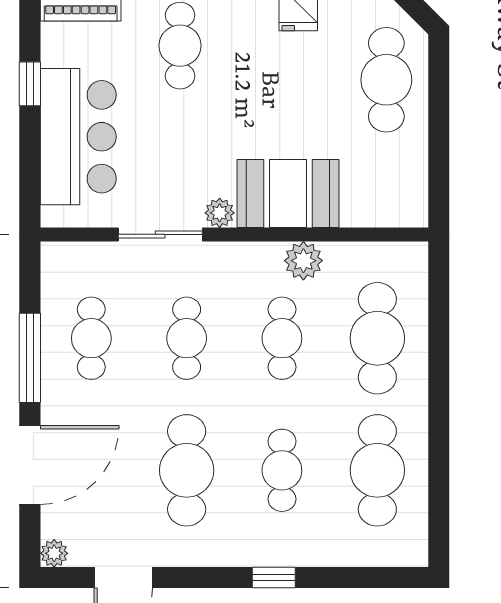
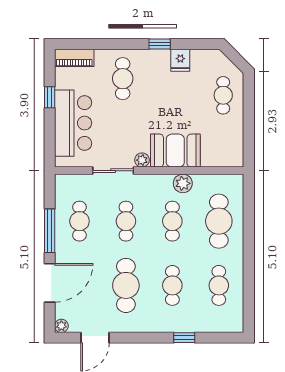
cafe table: (386, 80) -> (223, 95), width x0.73, depth x0.74
cafe table: (377, 470) -> (219, 285), width x0.73, depth x0.74
window: (274, 578) -> (184, 338), moved

